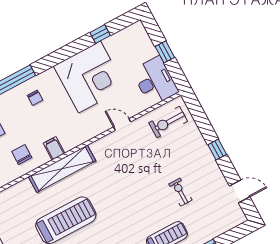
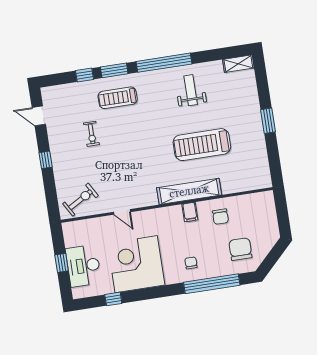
desk: (155, 81) -> (83, 266), moved
exercise bike: (168, 122) -> (80, 200), turned -30

